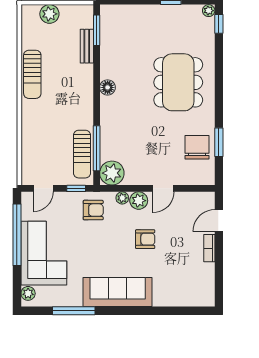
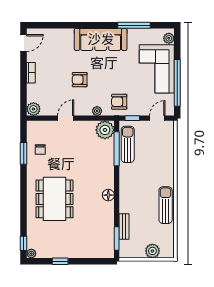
chair: (197, 147) -> (40, 150), width x0.54, depth x0.54
plant: (139, 201) -> (33, 109), moved
door: (219, 221) -> (24, 43), moved

